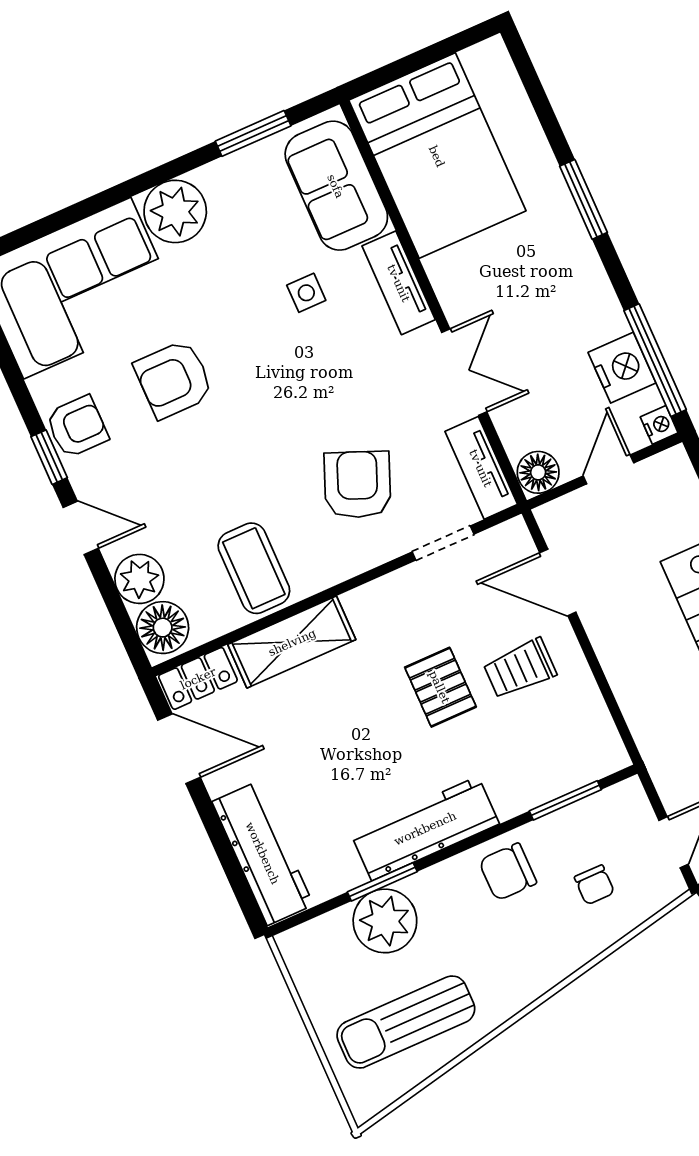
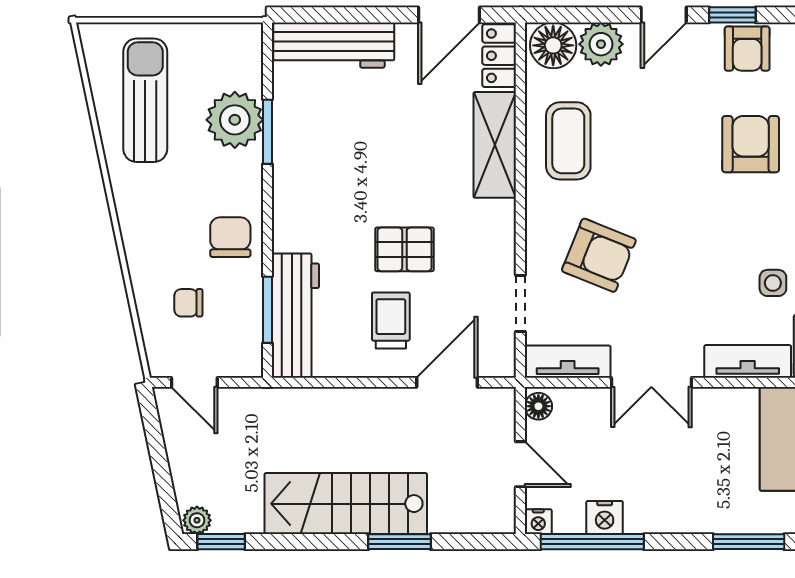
nightstand: (622, 368) -> (605, 517), width x0.74, depth x0.75
floor lamp: (538, 472) -> (538, 406), width x0.73, depth x0.73
coffee table: (254, 568) -> (568, 141), turned 90
workbench: (425, 828) -> (295, 316), moved

